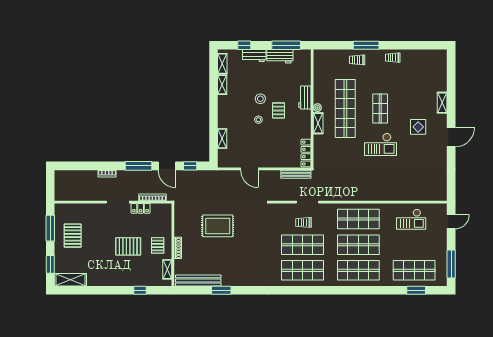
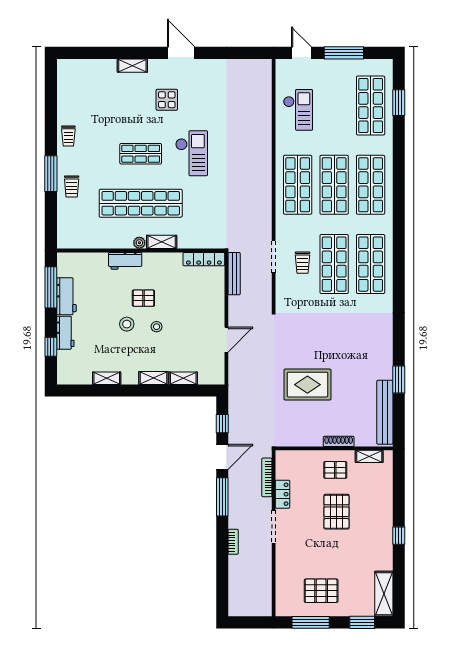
shelving: (222, 64) -> (153, 378), moved
rug: (218, 226) -> (307, 385), turned 90
window: (451, 264) -> (344, 53), moved
window: (140, 290) -> (399, 536), moved

